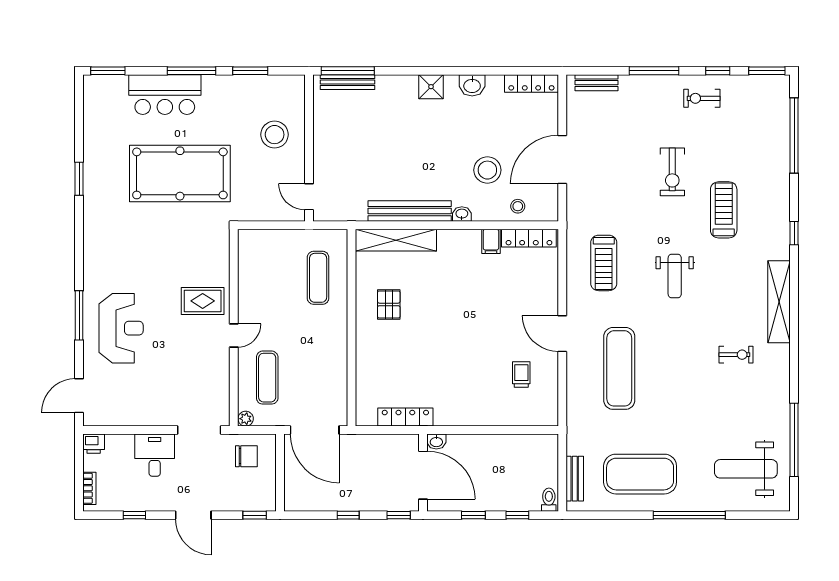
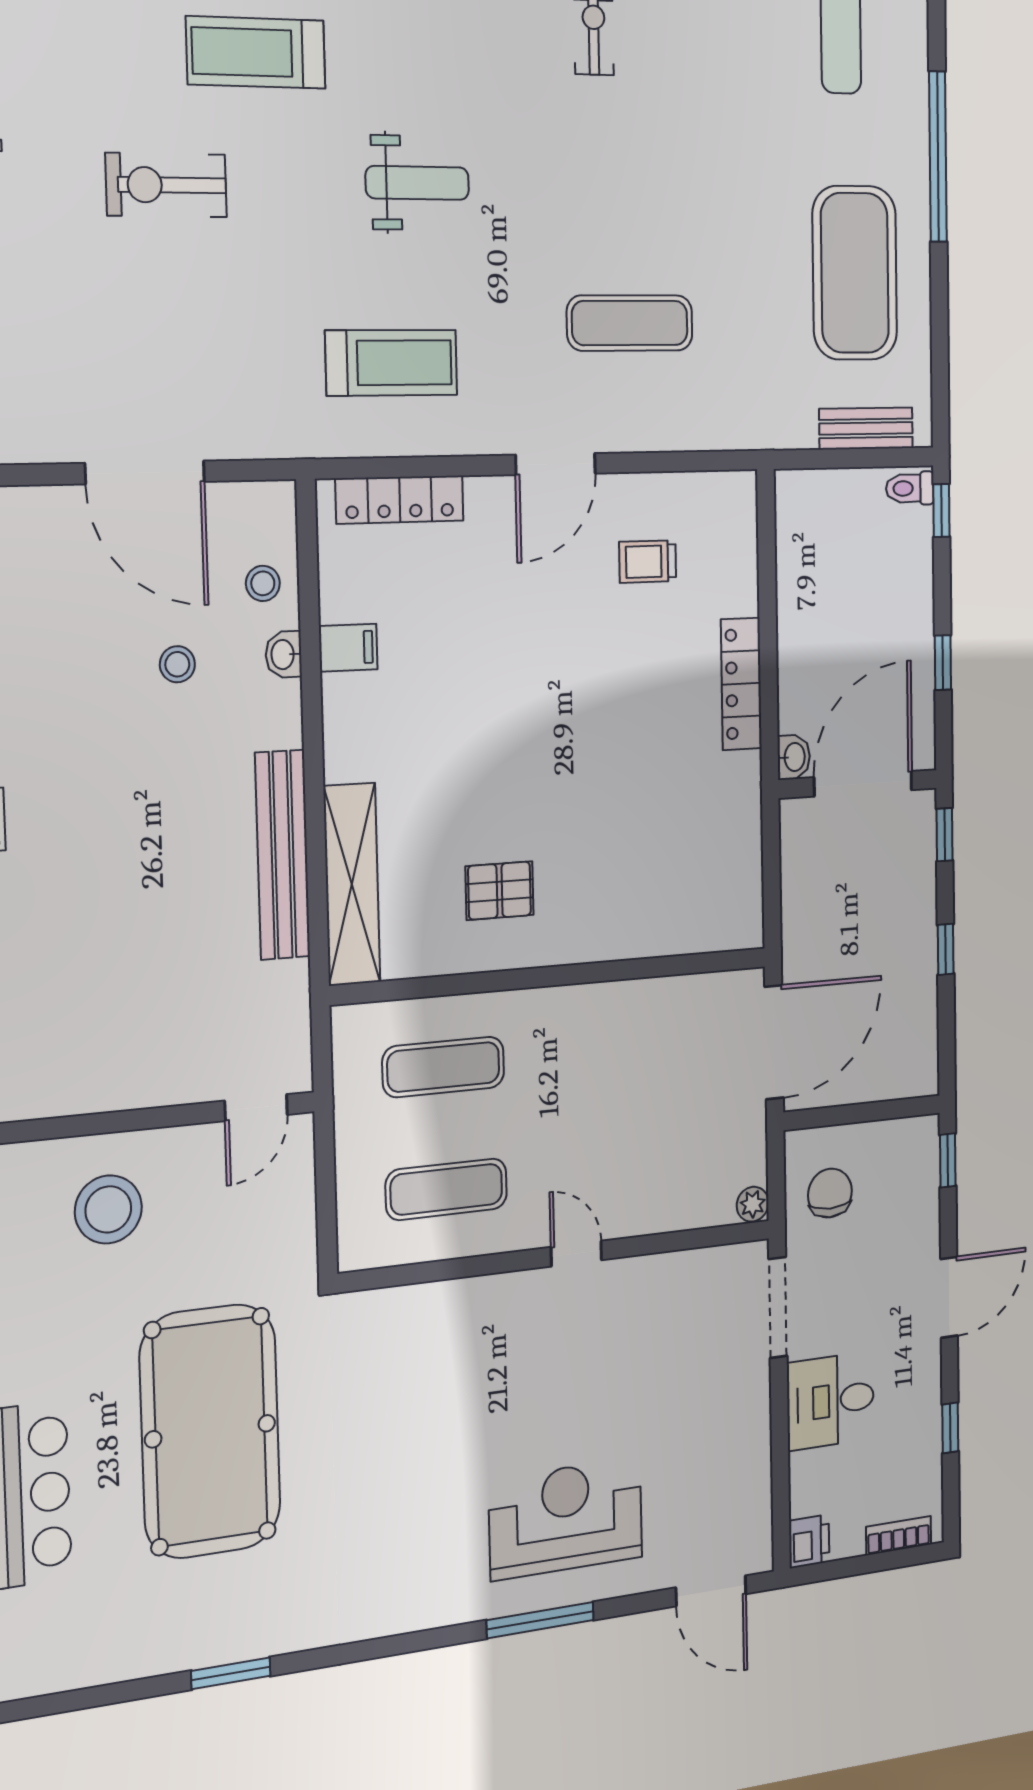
stool: (487, 170) -> (177, 664), width x0.53, depth x0.53
exercise bike: (672, 172) -> (166, 185), turned 180
washbasin: (462, 214) -> (284, 655), moved
locker: (529, 238) -> (400, 500), moved, turned 90
rug: (203, 301) -> (502, 1336), removed
exercise mat: (619, 368) -> (630, 323), width x0.73, depth x0.69
exercise mat: (267, 378) -> (446, 1189), moved
locker: (405, 417) -> (741, 684), moved
window: (517, 515) -> (941, 510), moved

